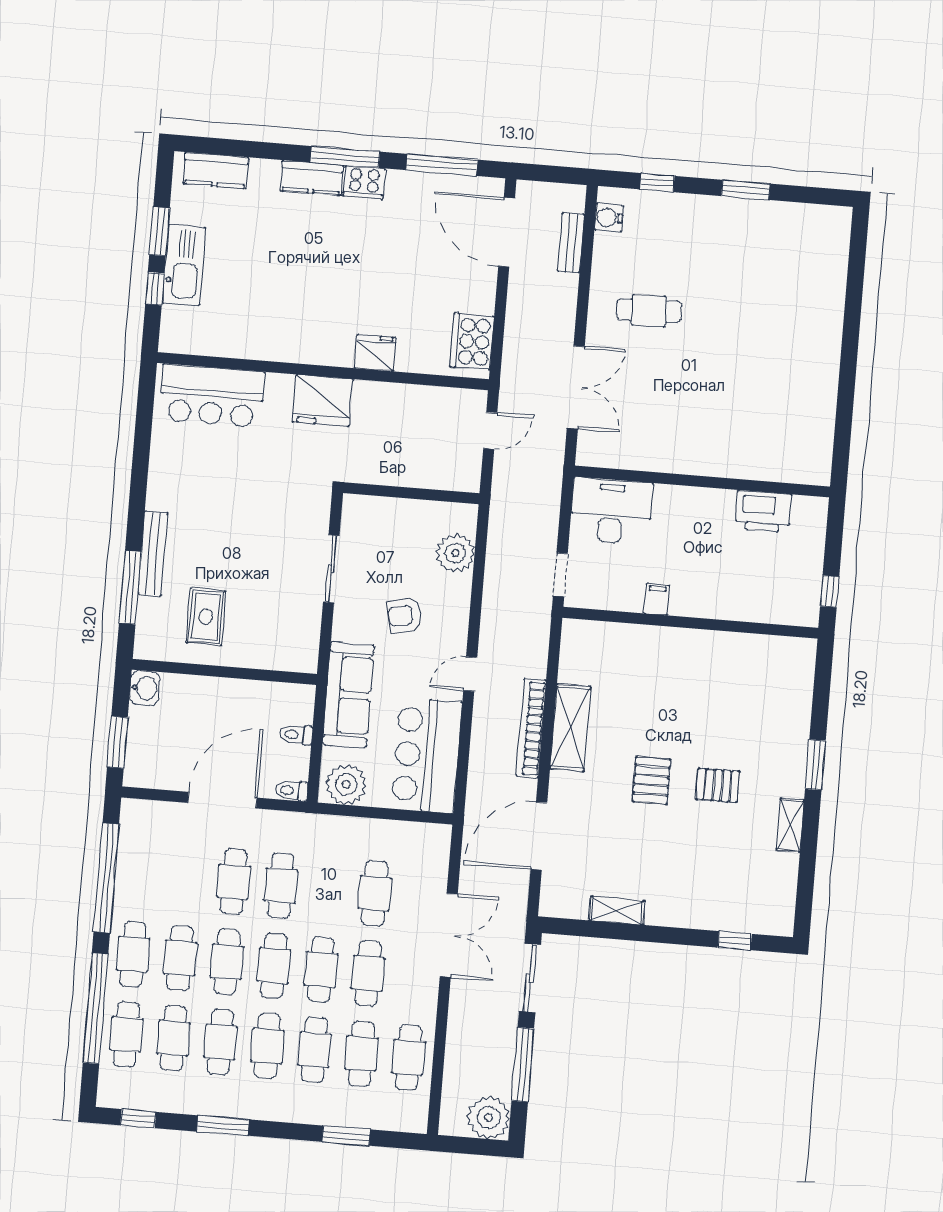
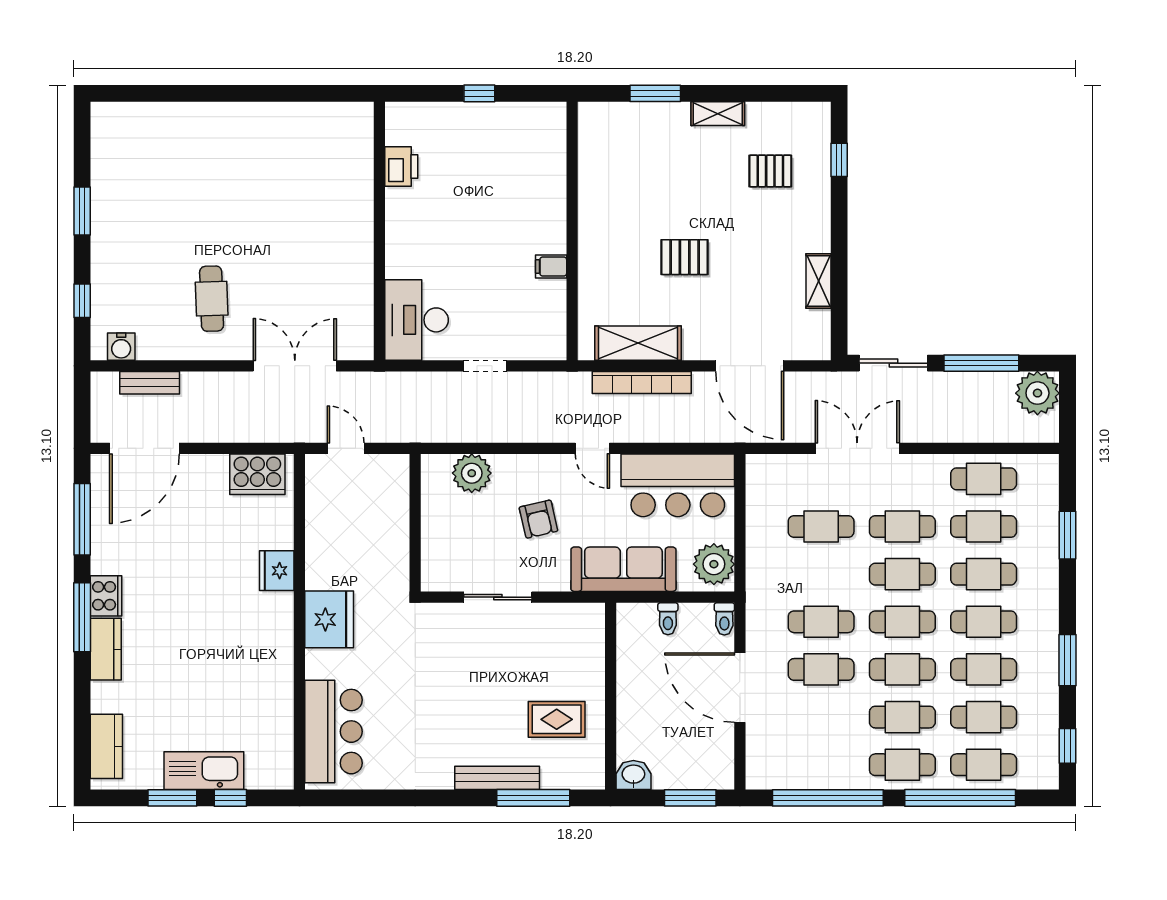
printer: (763, 512) -> (401, 166), width x0.73, depth x0.84
filing cabinet: (657, 599) -> (551, 267), moved
wall: (690, 623) -> (572, 231), moved
pallet: (718, 785) -> (770, 171), moved, turned 90

